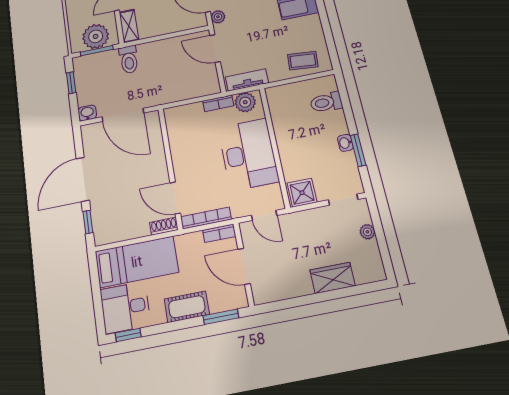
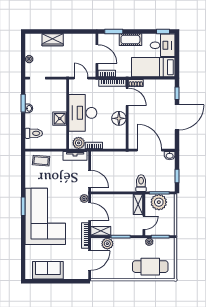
floor lamp: (183, 157) -> (119, 118), added
shower: (302, 193) -> (60, 119), moved

